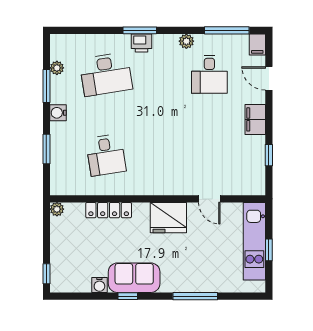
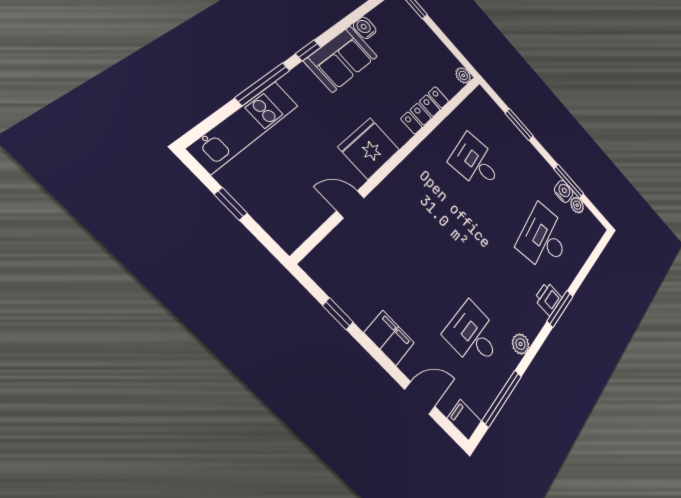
water cooler: (58, 113) -> (564, 191), moved
kitchen unit: (254, 241) -> (244, 126), moved, turned 90
window: (128, 296) -> (308, 50), moved

